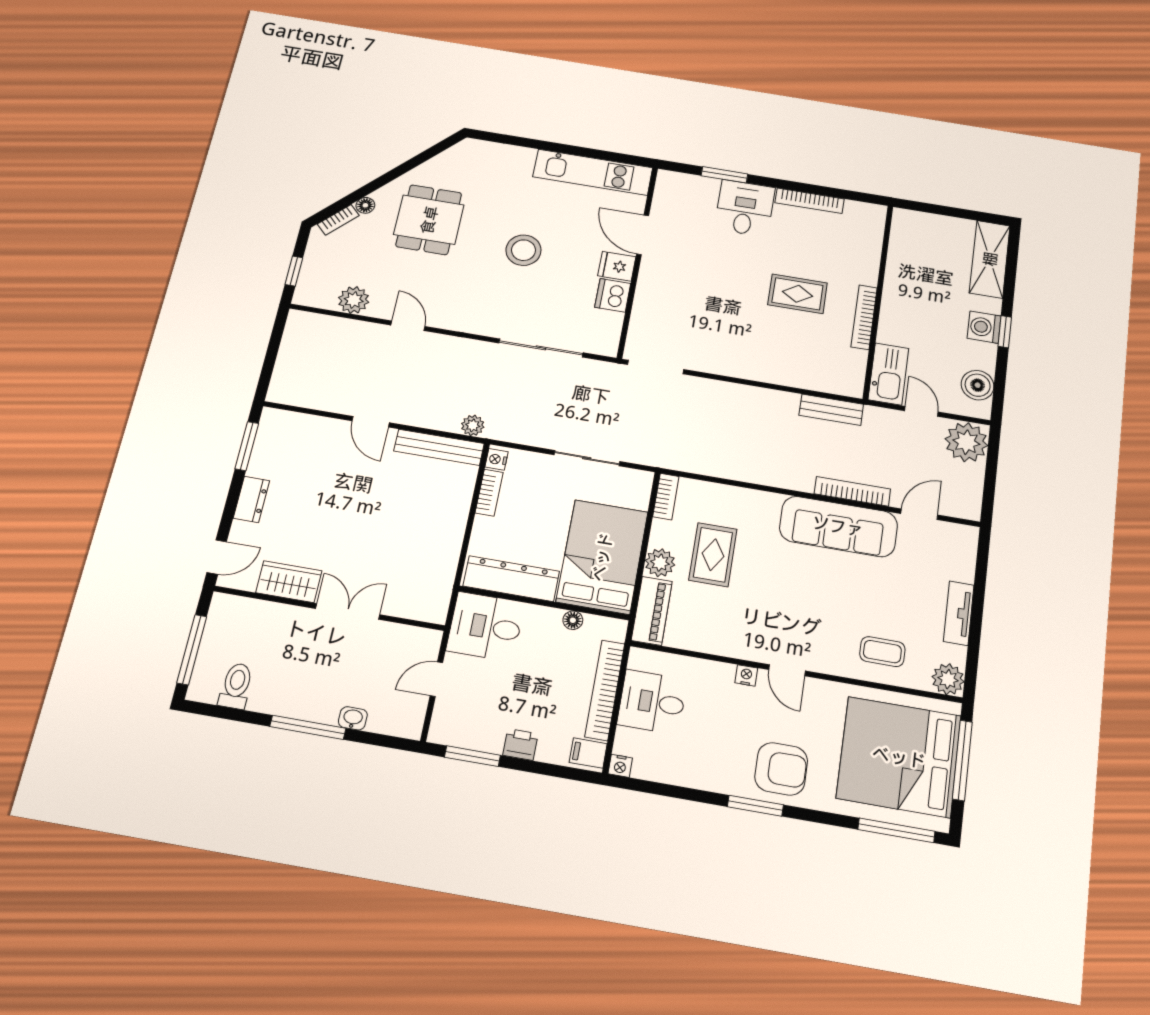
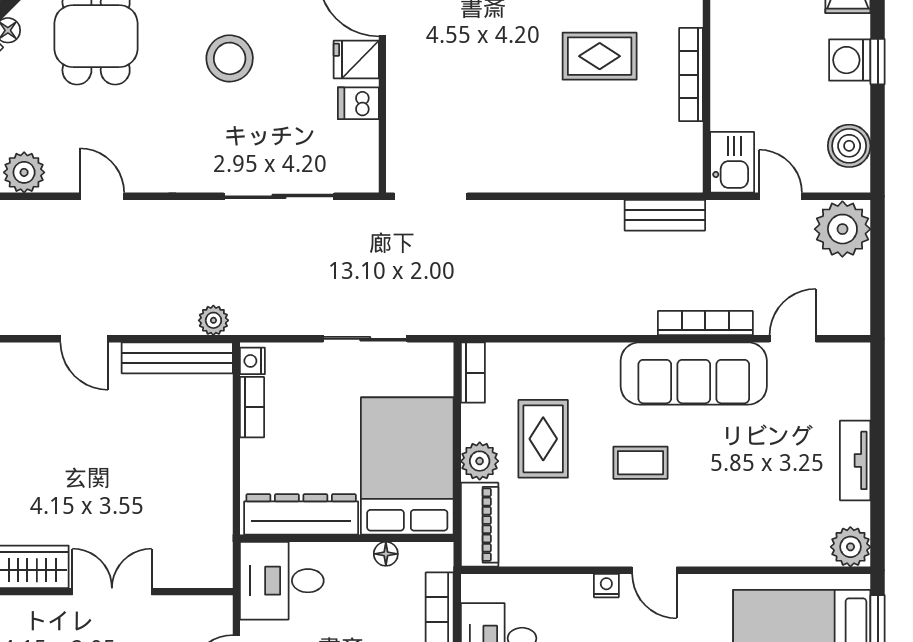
dishwasher: (613, 295) -> (358, 103), width x0.73
kitchen sink: (888, 374) -> (732, 162), width x0.73
coffee table: (882, 652) -> (640, 463), moved

